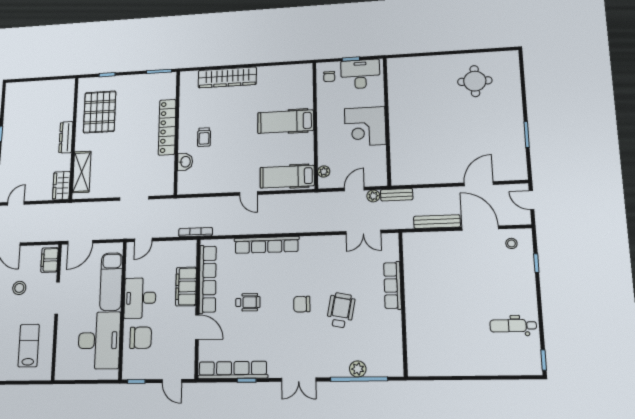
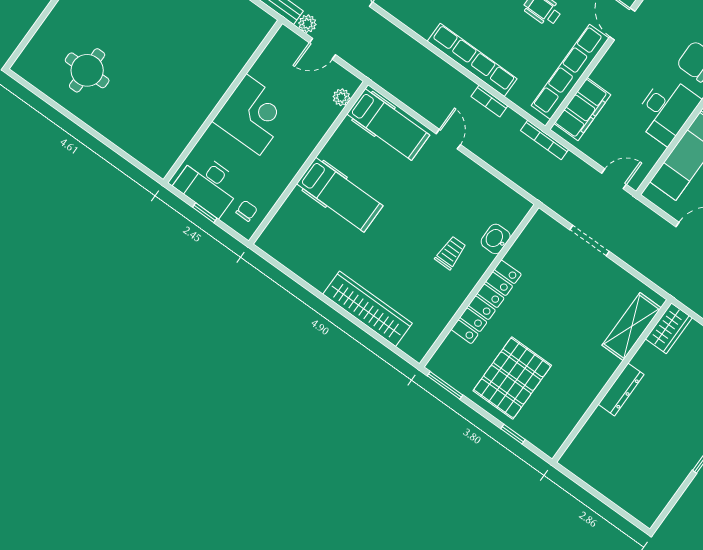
pallet: (100, 112) -> (512, 378), moved
bookcase: (241, 230) -> (489, 101), added
filing cabinet: (186, 287) -> (582, 109), moved

